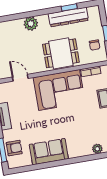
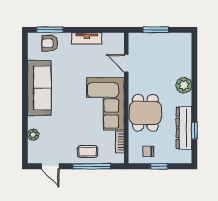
door: (20, 78) -> (126, 63), swing flipped
armchair: (14, 148) -> (50, 43), turned 90
sofa: (49, 152) -> (39, 88), width x1.36

